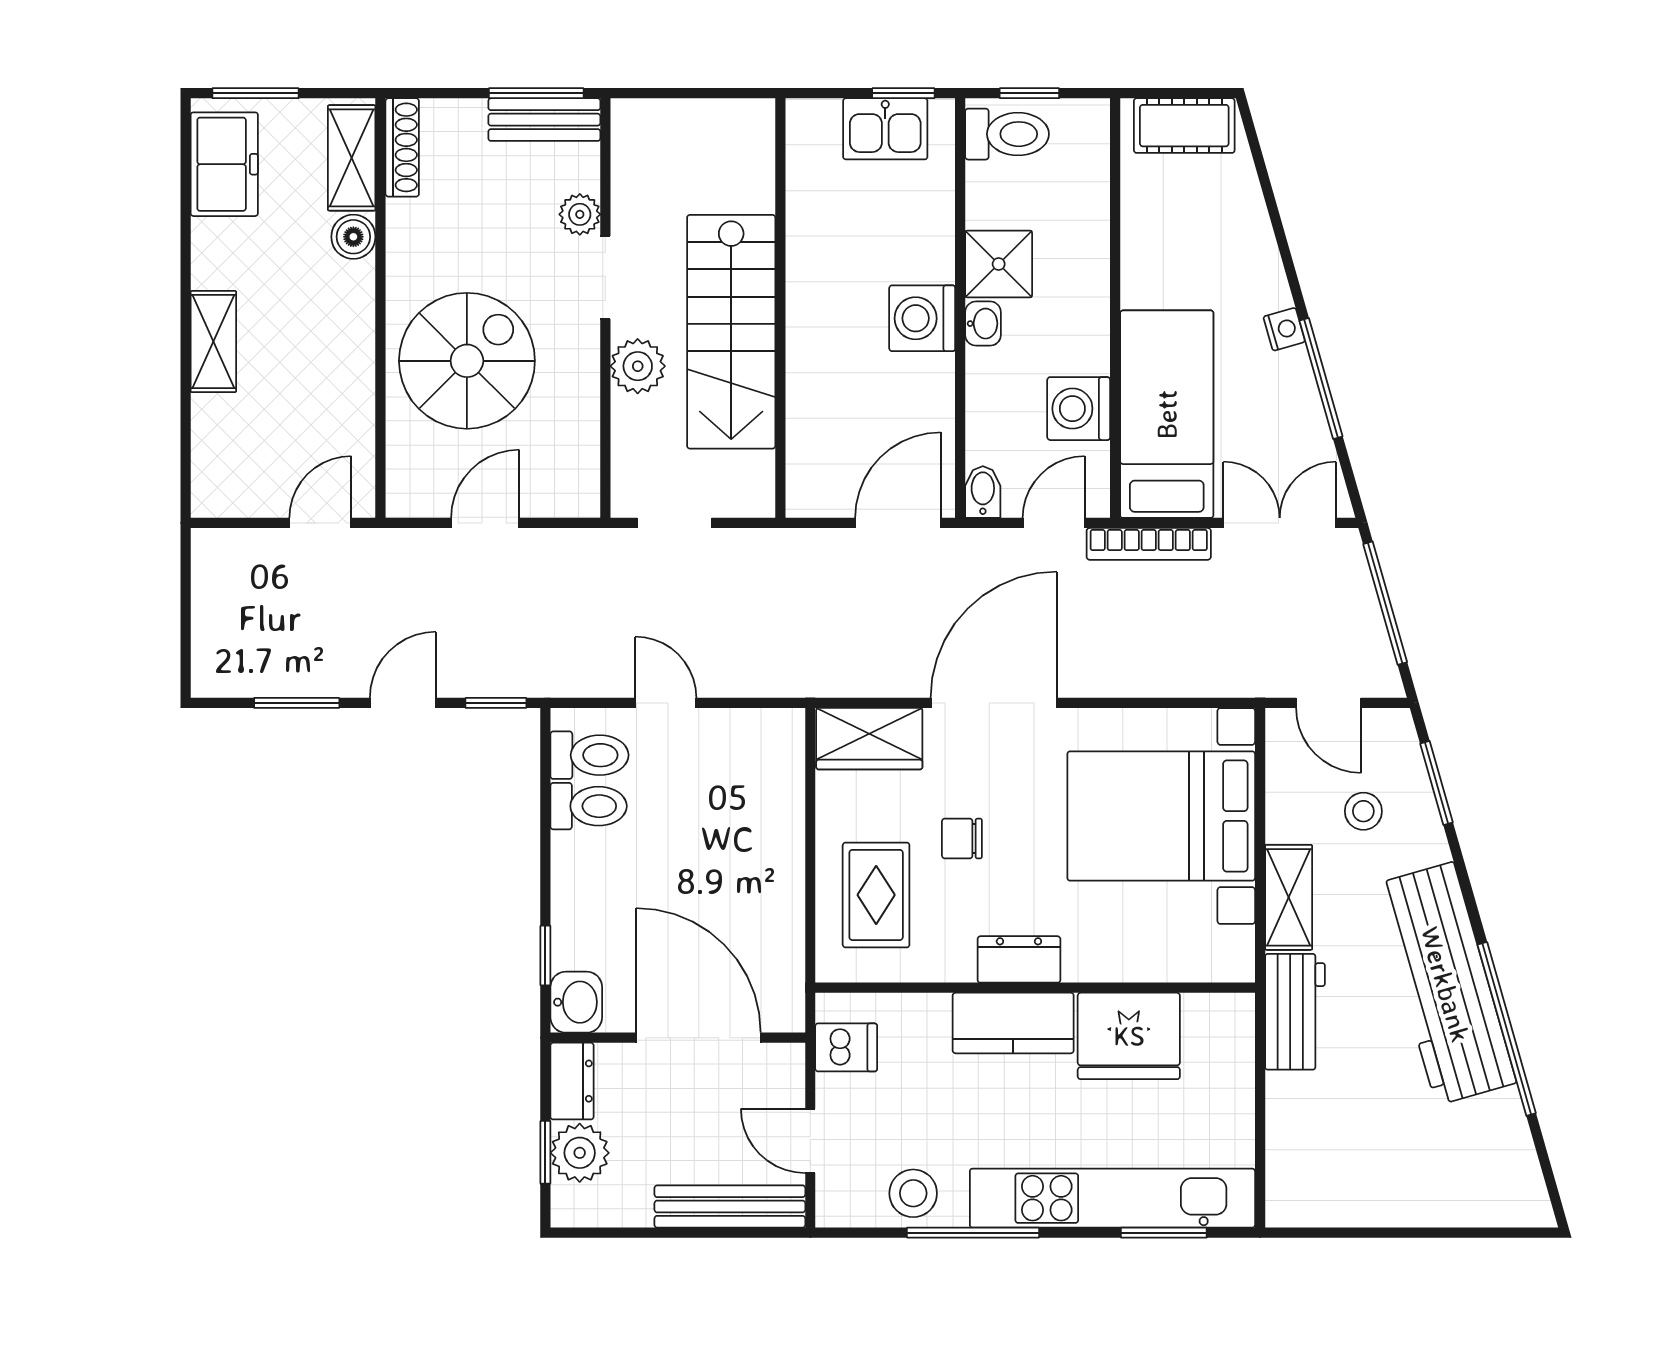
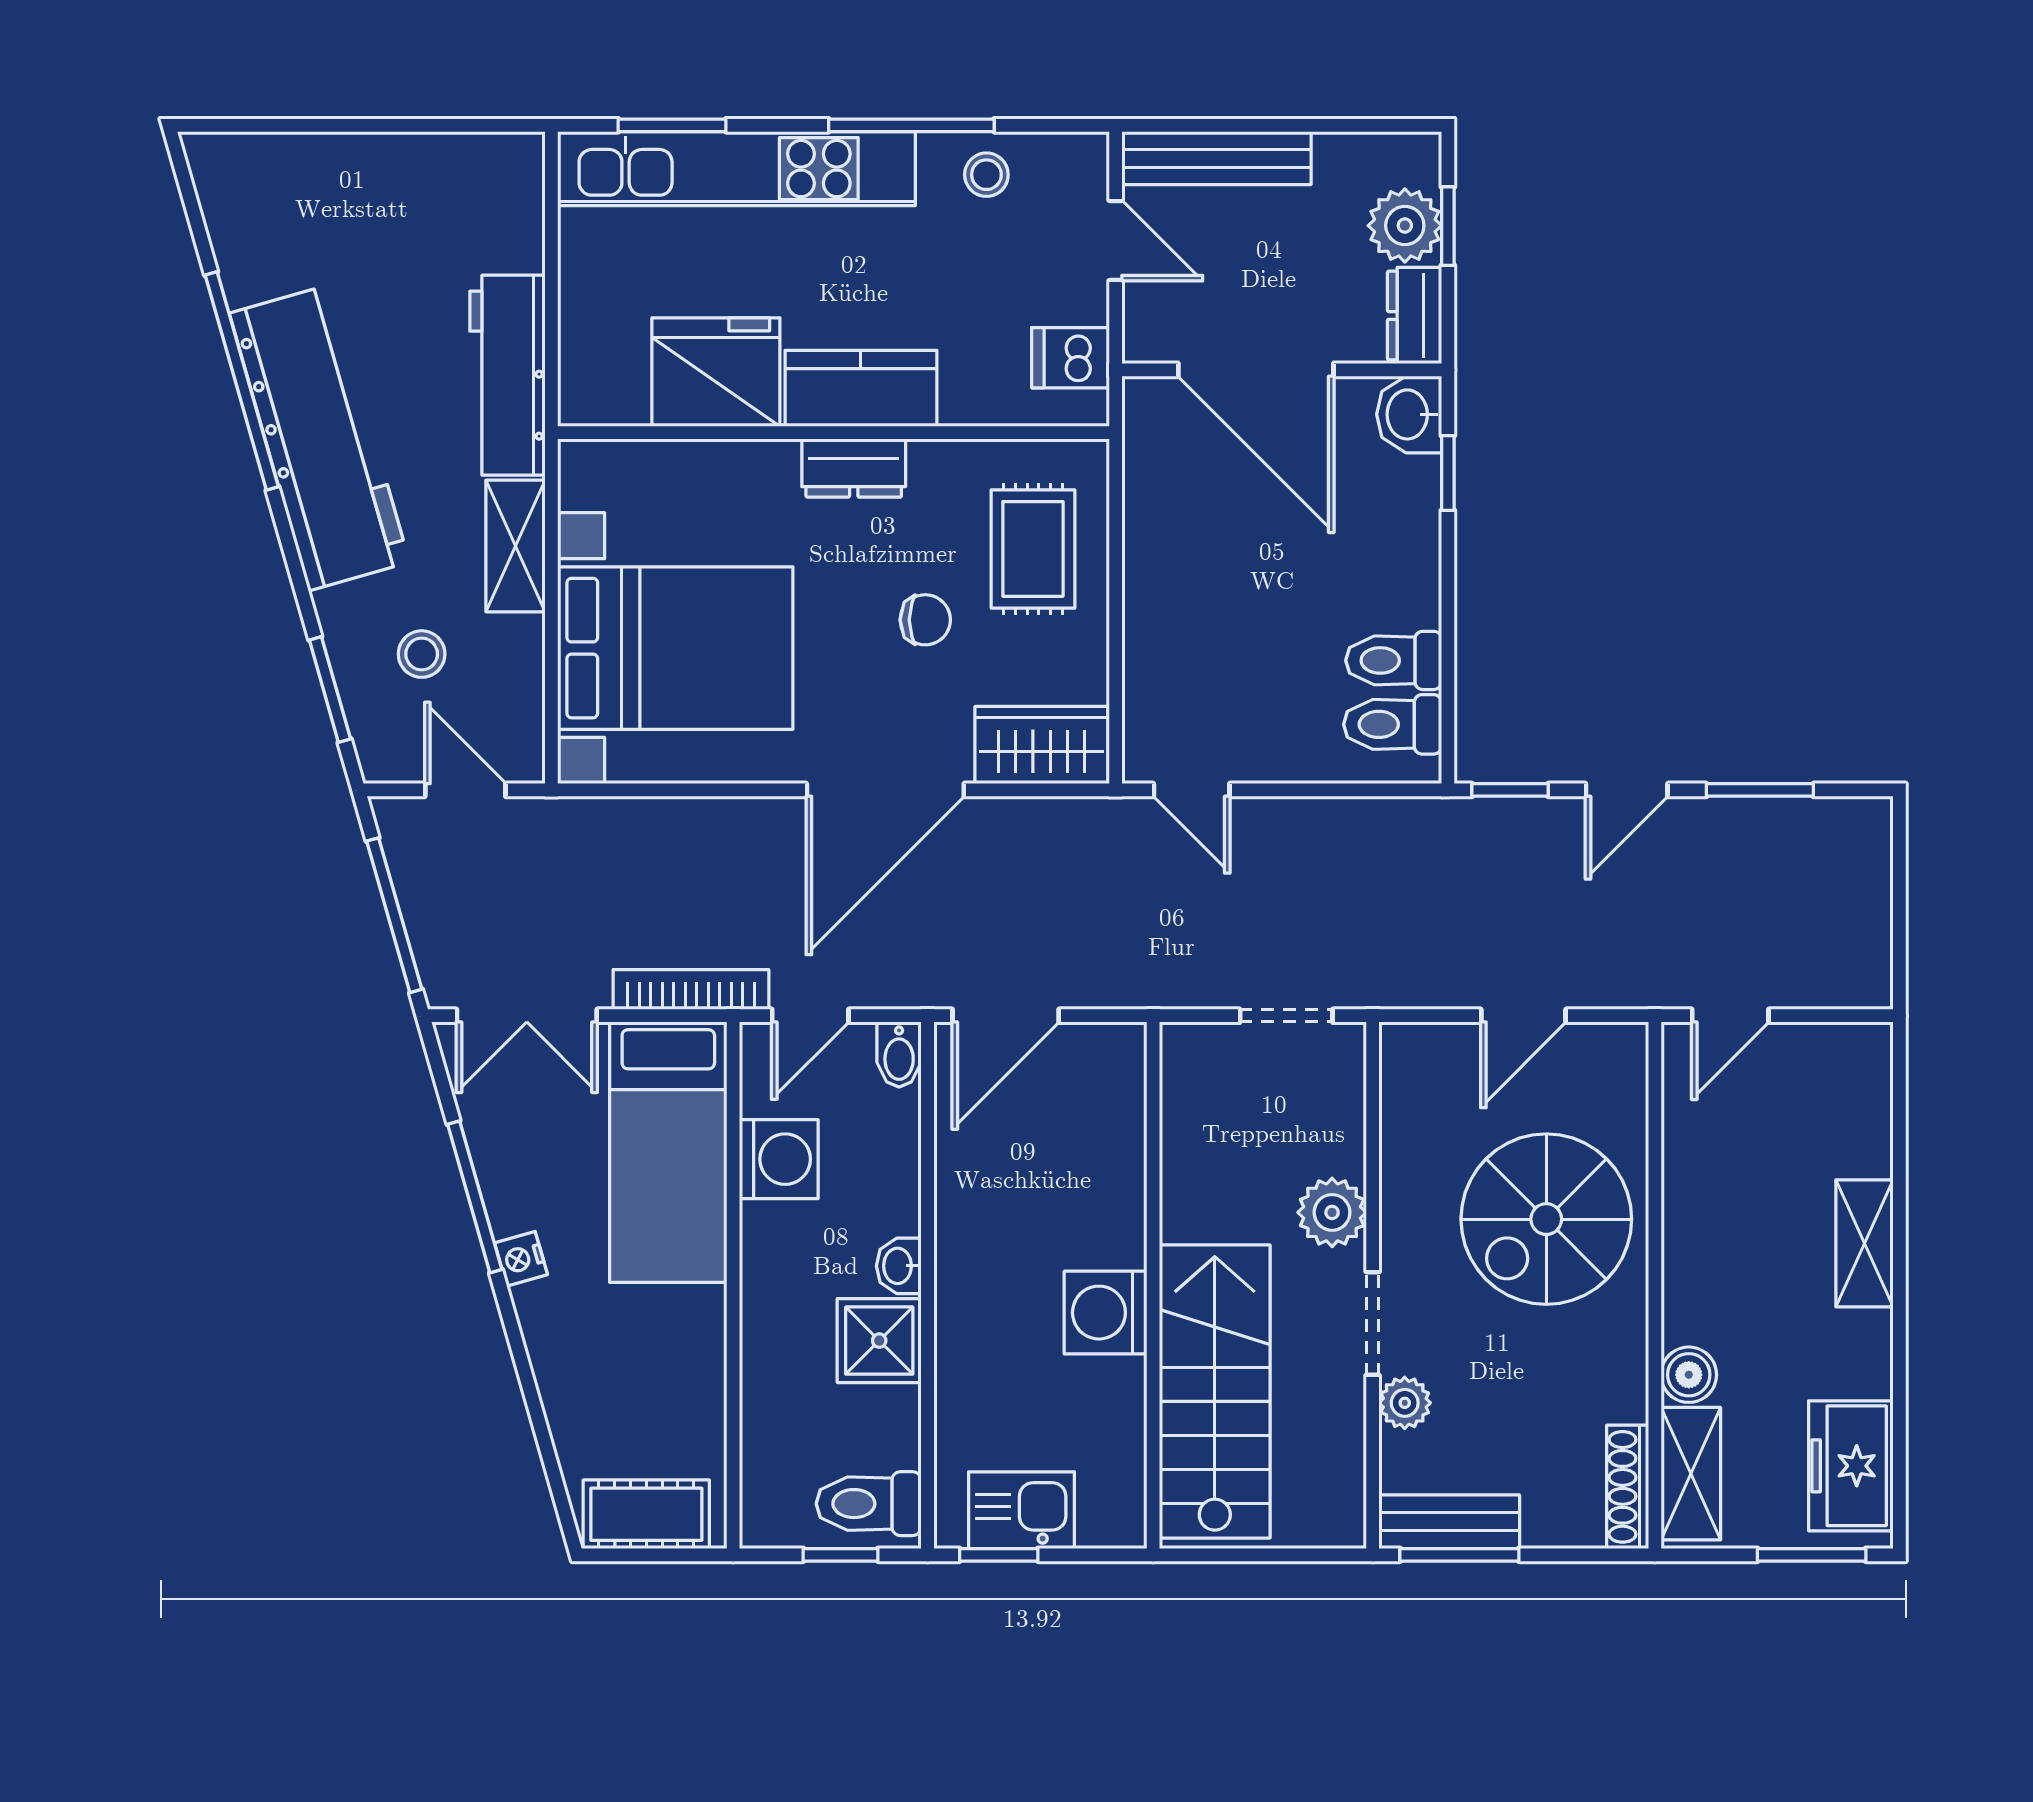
washing machine: (922, 318) -> (1106, 1313), moved, turned 180
stairs: (731, 332) -> (1215, 1392), moved
door: (666, 703) -> (1192, 790), moved
workbench: (1295, 1012) -> (507, 375), width x1.37
stool: (913, 1193) -> (986, 175), width x0.73, depth x0.73

